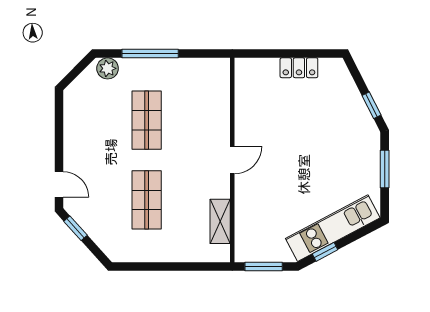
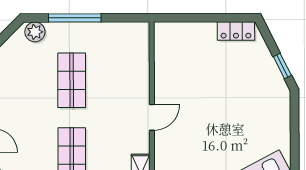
locker: (299, 68) -> (236, 31), moved
window: (385, 169) -> (295, 126), removed

